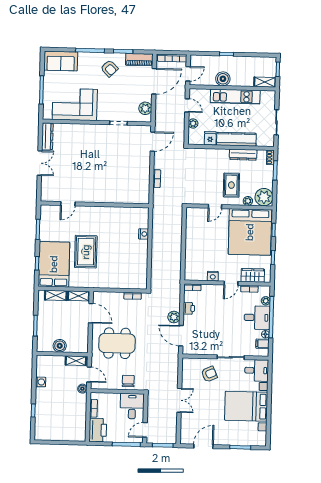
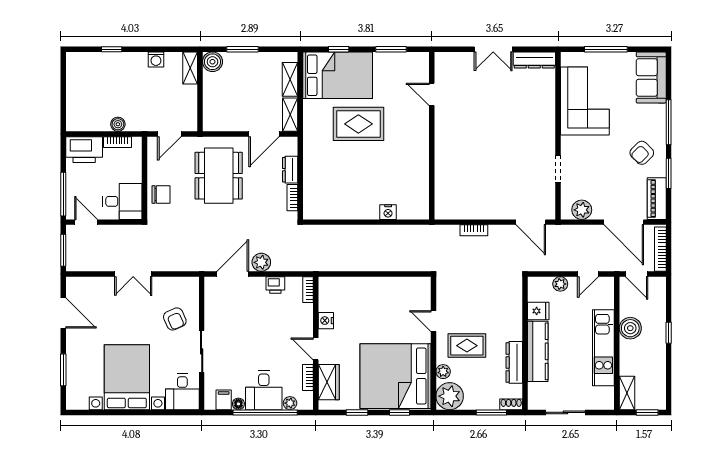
dresser: (114, 297) -> (290, 170), added
boiler: (60, 346) -> (212, 62), moved
shelving: (76, 361) -> (190, 68), moved
boiler: (82, 389) -> (118, 124), moved

